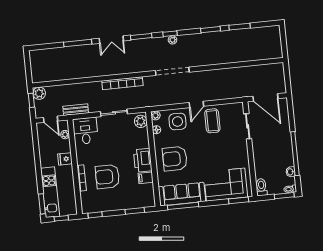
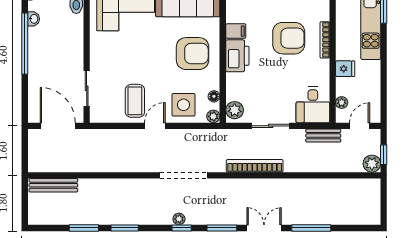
bench: (264, 55) -> (53, 185), added
door: (51, 119) -> (360, 126), hinge flipped

